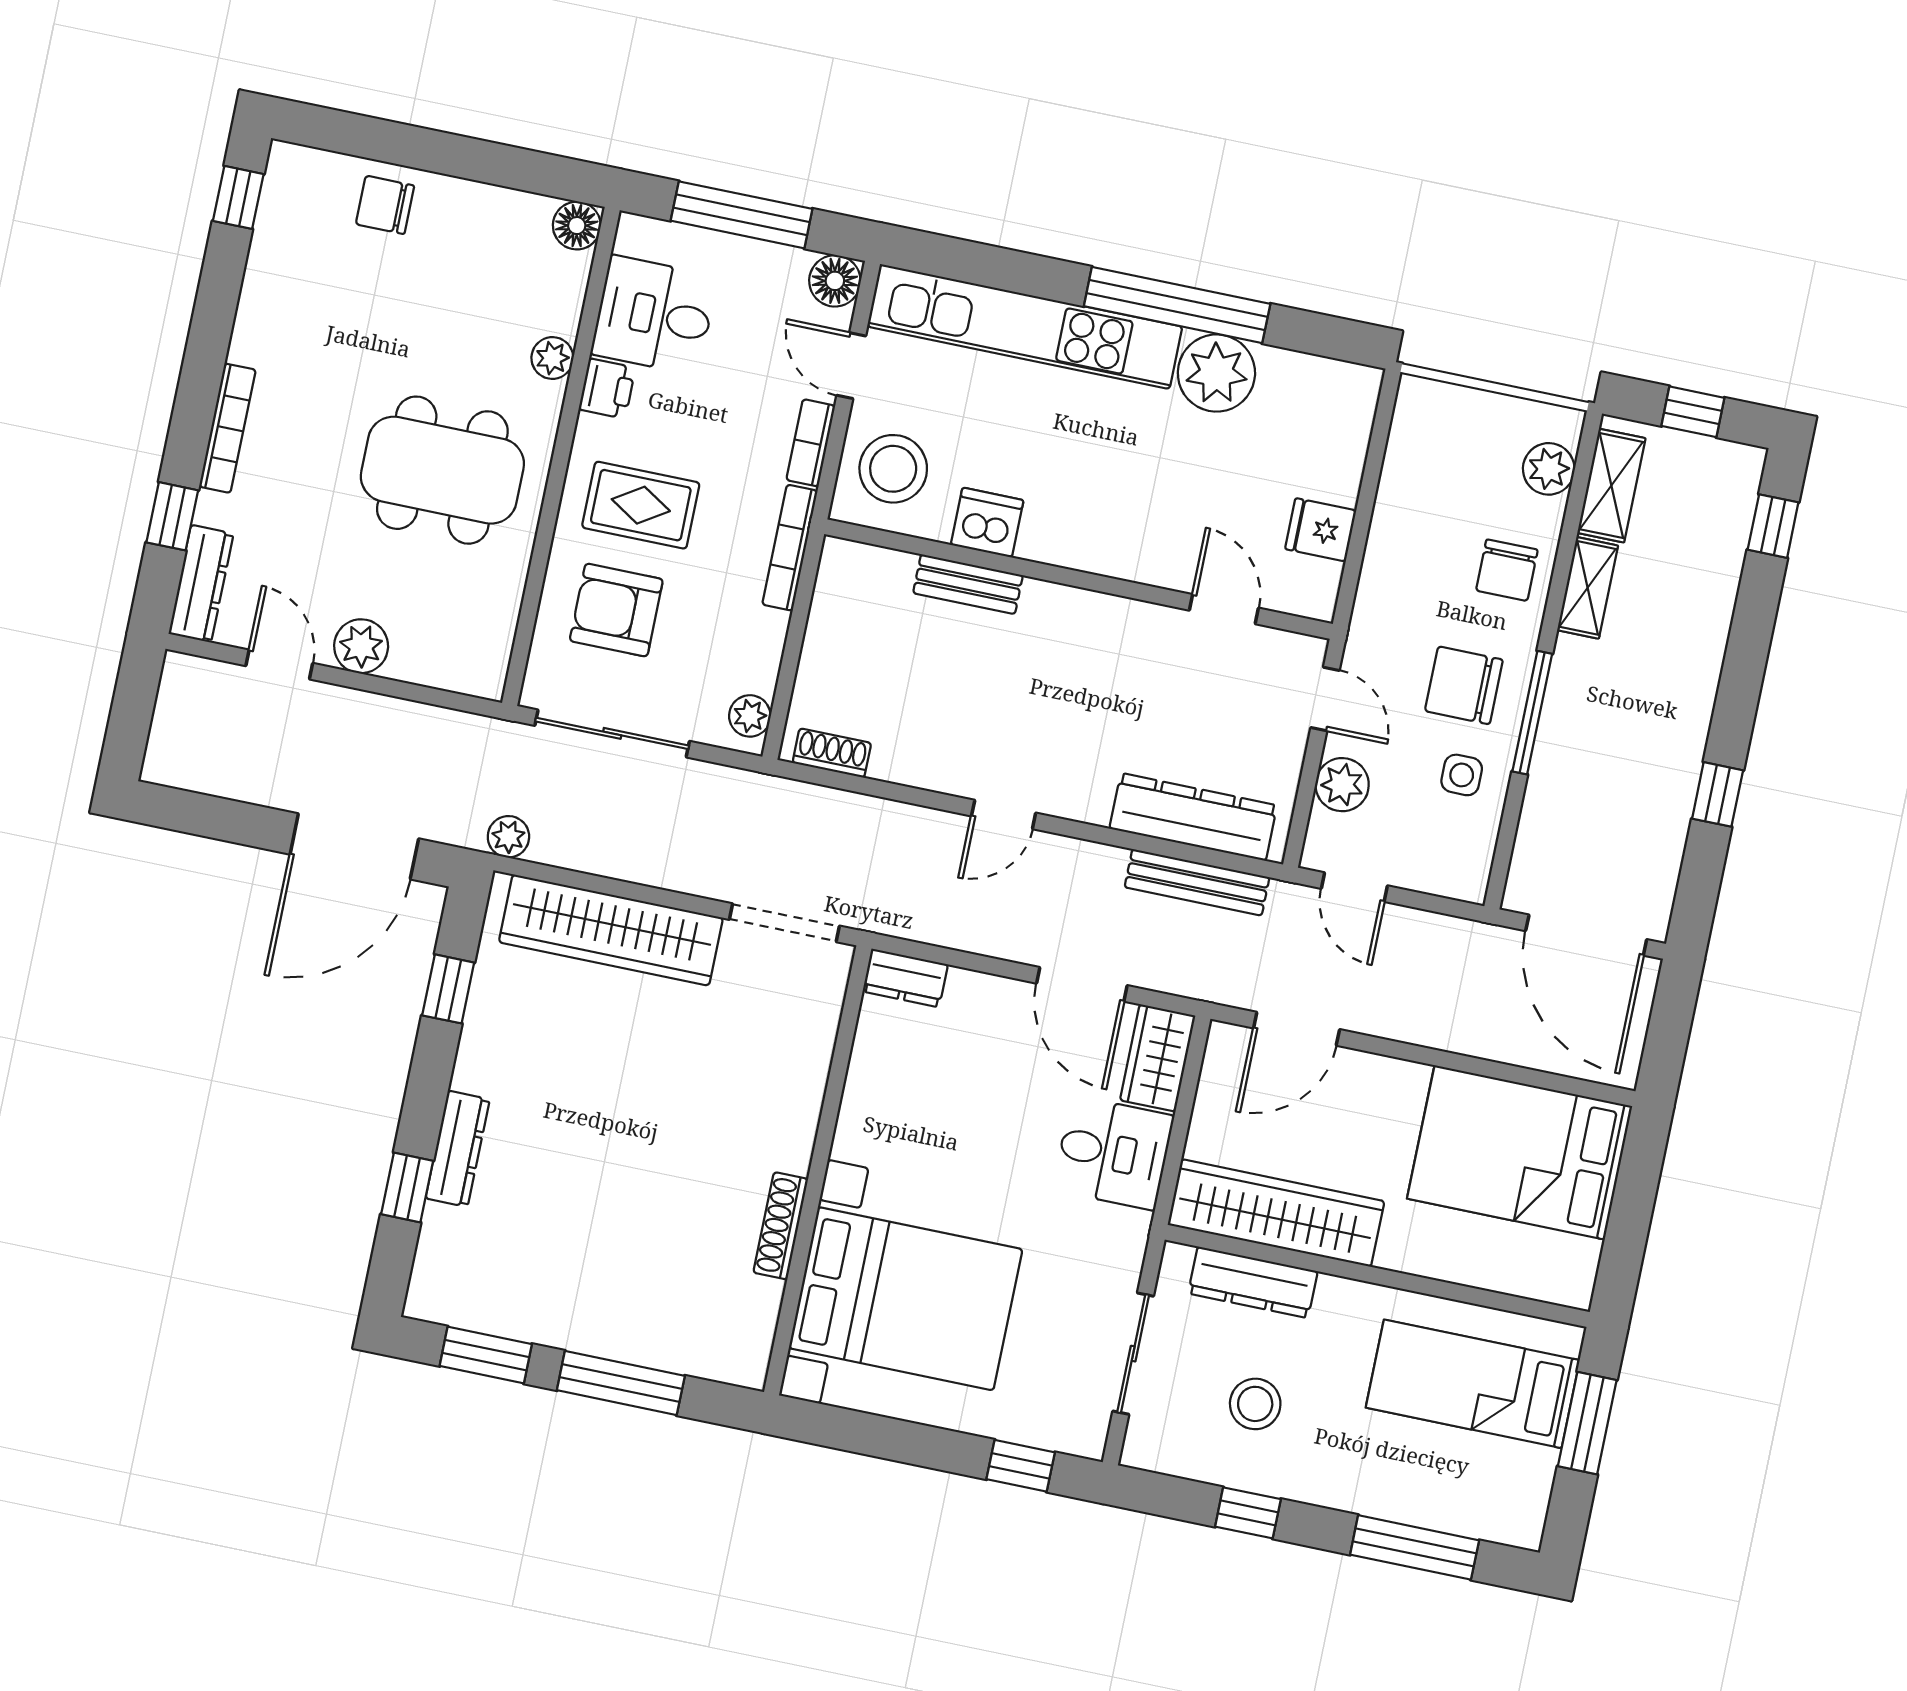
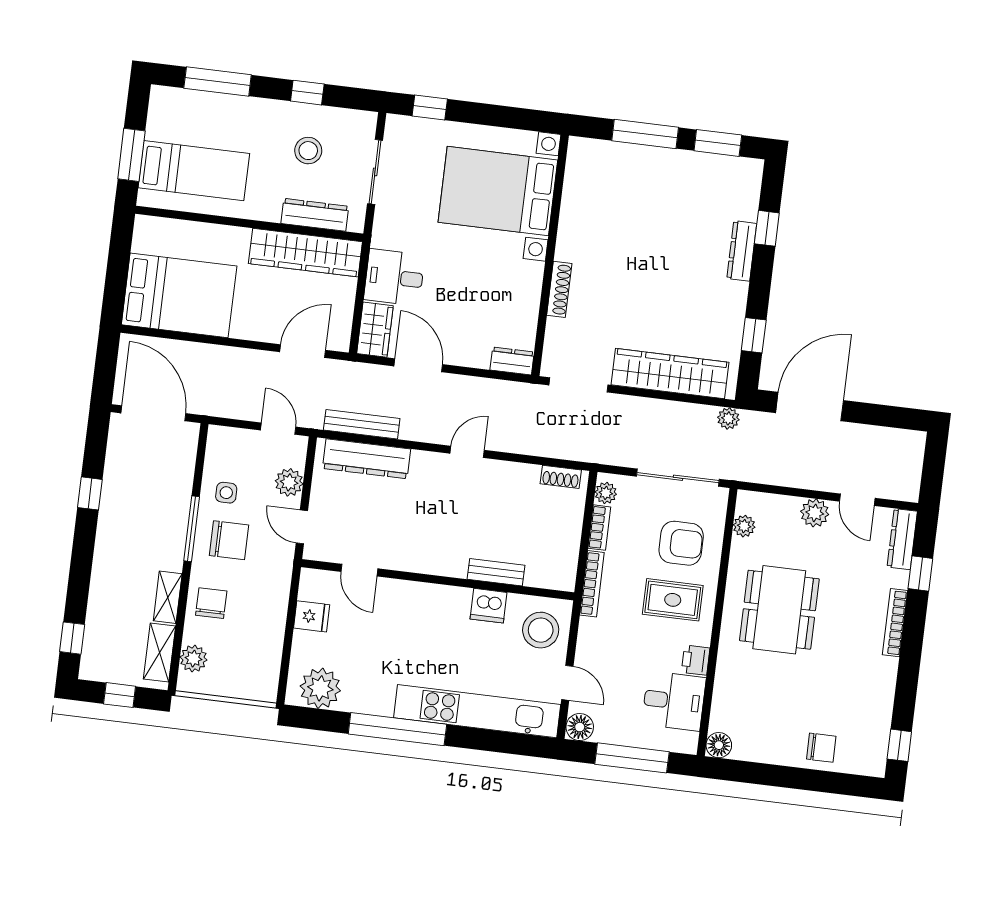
plant: (552, 358) -> (744, 526), moved
plant: (1216, 373) -> (320, 688), moved
bookcase: (811, 443) -> (599, 528), moved
dining table: (442, 470) -> (779, 610), turned 90
shoe rack: (781, 1226) -> (559, 289), moved

